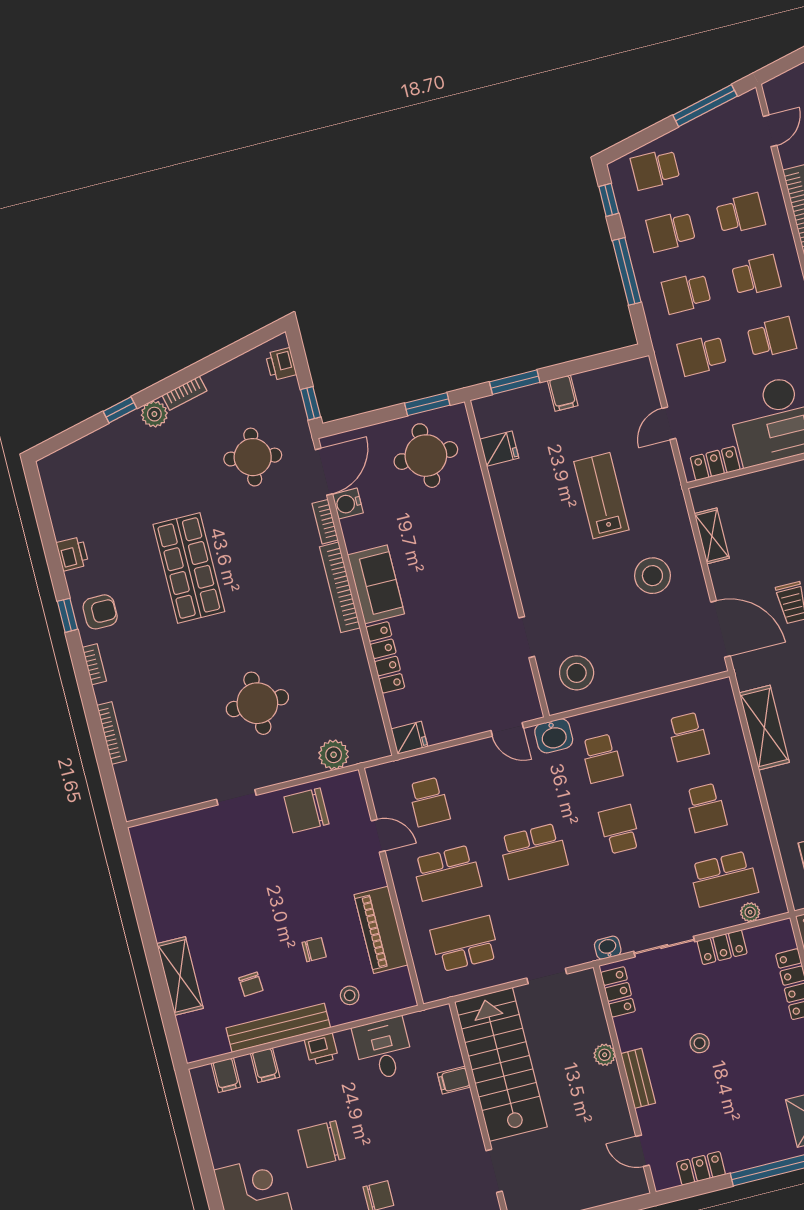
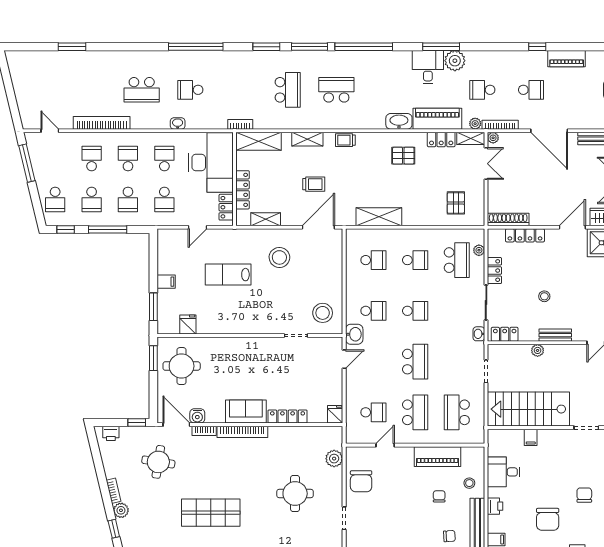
door: (669, 423) -> (197, 227), hinge flipped
locker: (752, 484) -> (243, 190), added
school desk: (620, 829) -> (415, 311), turned 180

